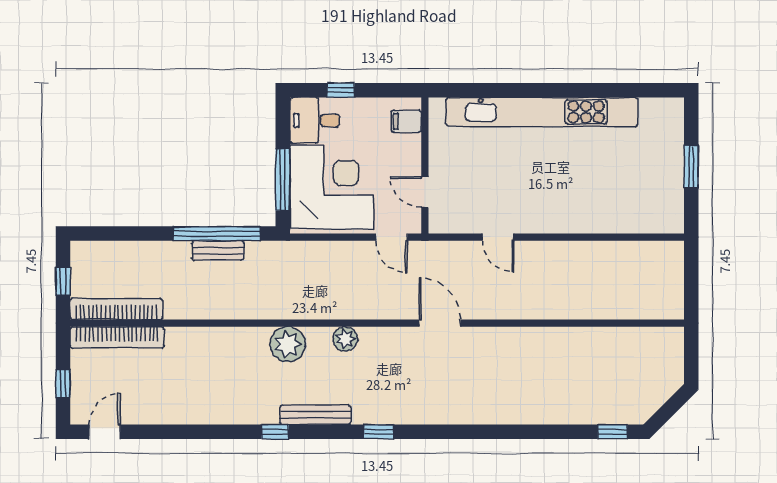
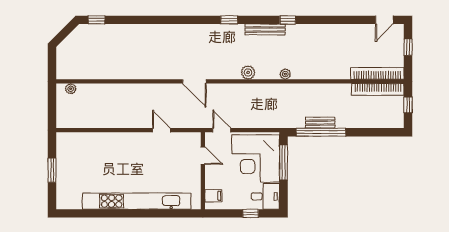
plant: (658, 310) -> (71, 89), added
plant: (288, 344) -> (285, 74), width x0.53, depth x0.53

